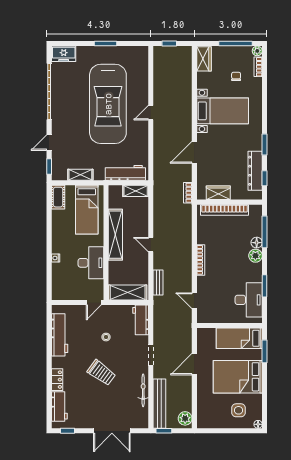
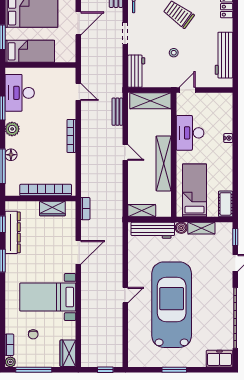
boiler: (99, 175) -> (181, 228), added
plant: (255, 256) -> (12, 129), moved

